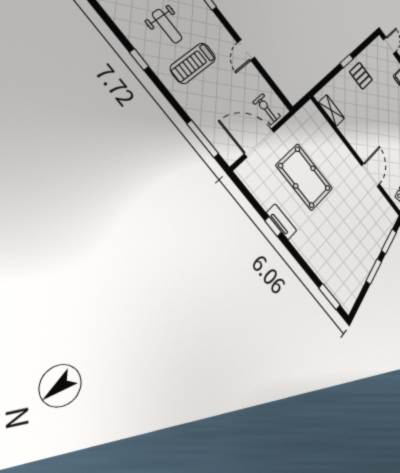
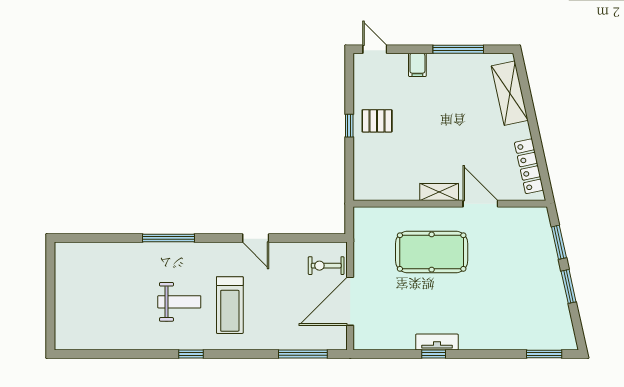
shelving: (331, 110) -> (439, 192), moved
pool table: (304, 177) -> (432, 252), moved

